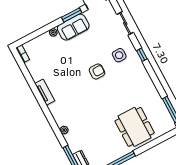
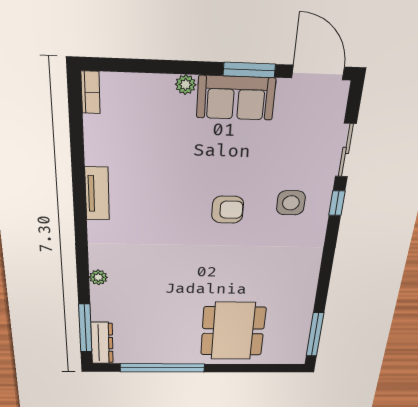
window: (142, 55) -> (337, 203), moved

